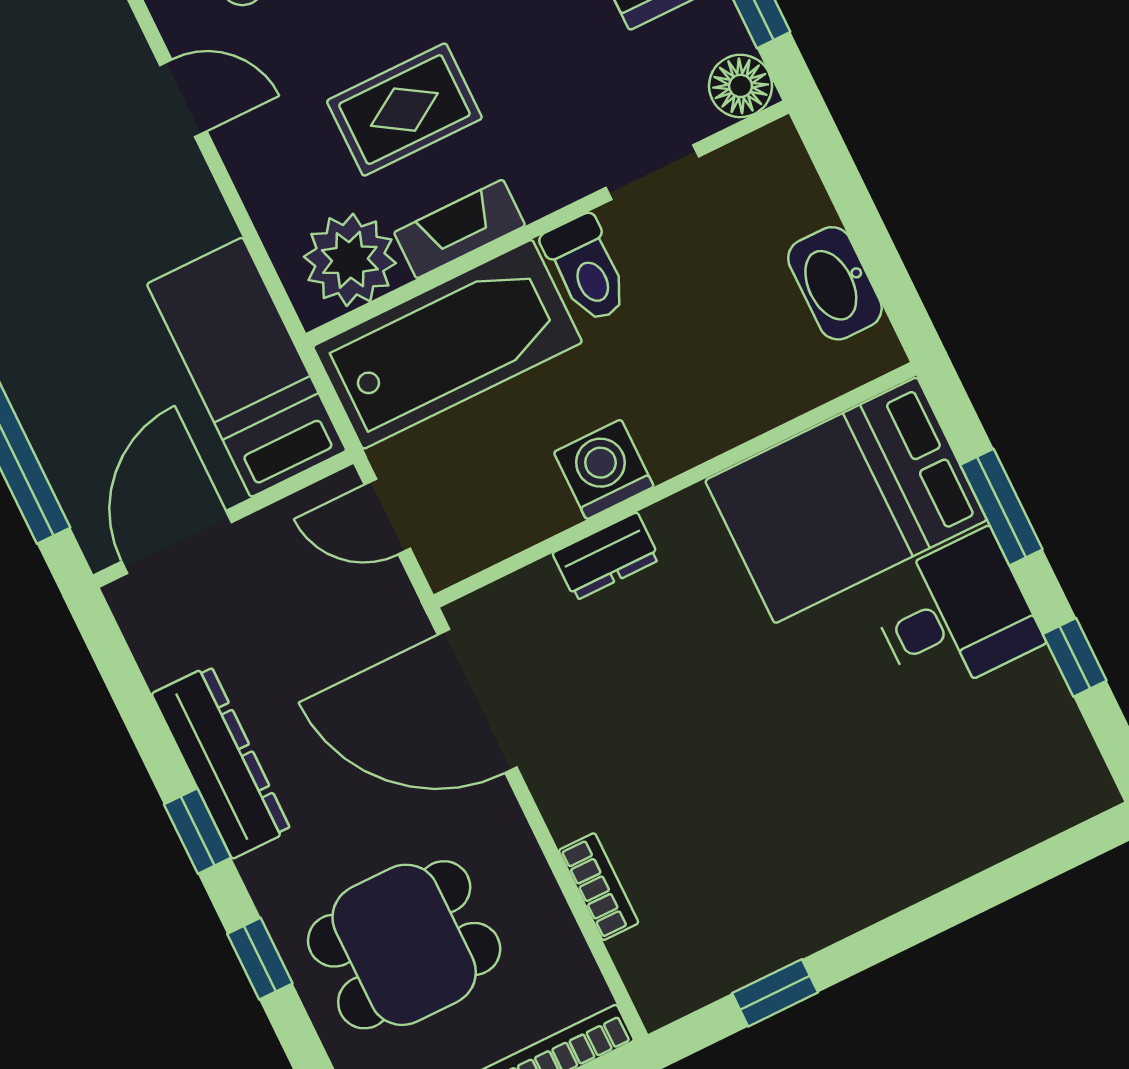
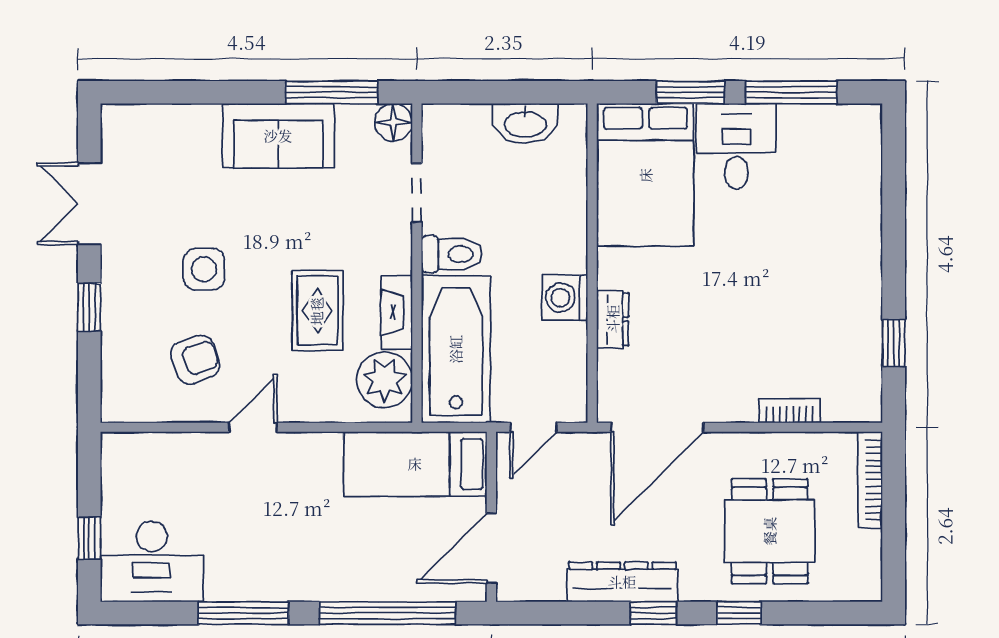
door: (177, 542) -> (491, 548), hinge flipped
window: (1075, 657) -> (791, 92), width x2.17

